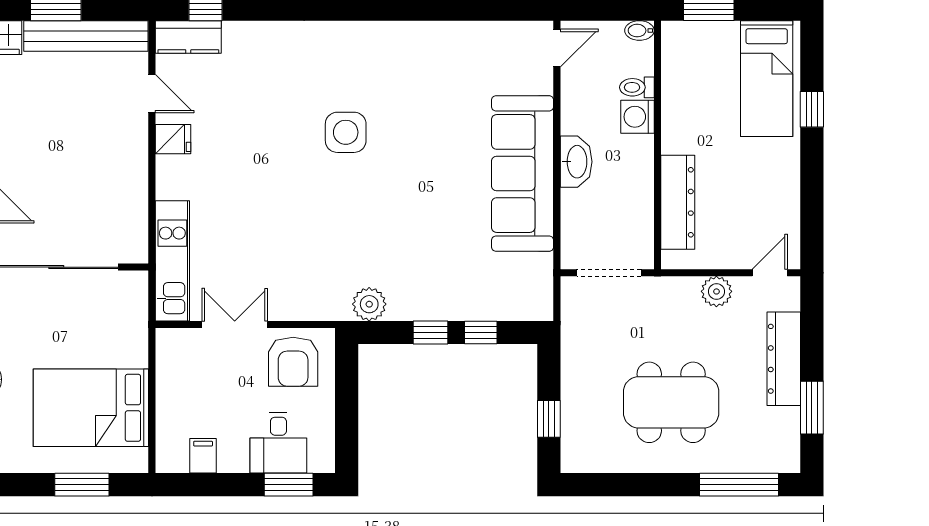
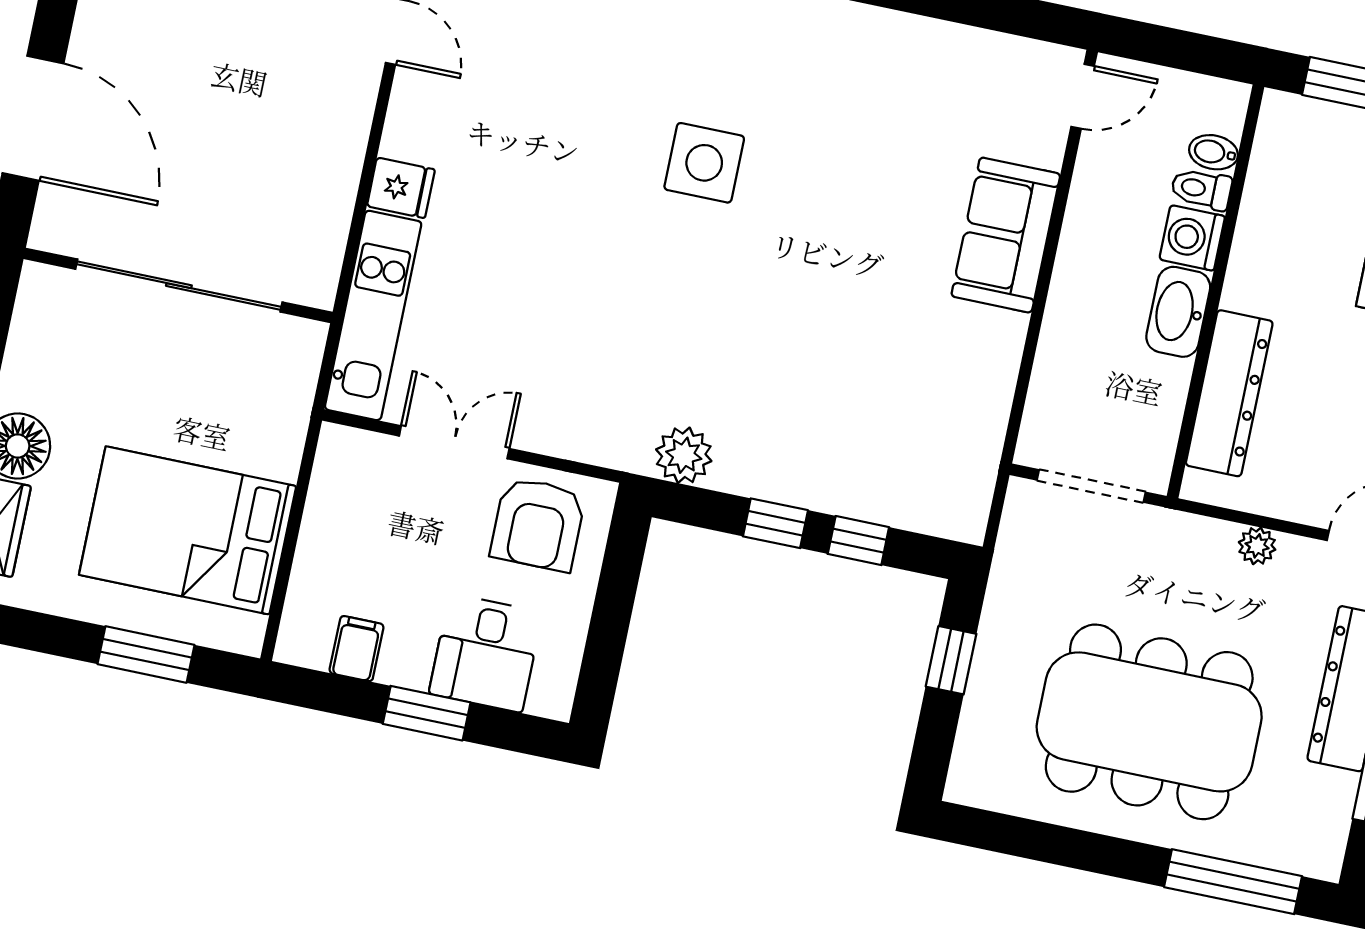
bidet: (639, 31) -> (1213, 152), moved
fridge: (173, 139) -> (401, 188), moved
washbasin: (576, 162) -> (1178, 312), moved, turned 180
sofa: (523, 173) -> (1006, 235), width x0.54, depth x0.79
plant: (716, 291) -> (1257, 546), width x0.73, depth x0.73
dining table: (671, 402) -> (1149, 722), width x1.36, depth x1.24
window: (549, 419) -> (951, 660), moved
window: (289, 485) -> (427, 713), moved

